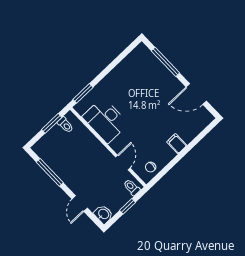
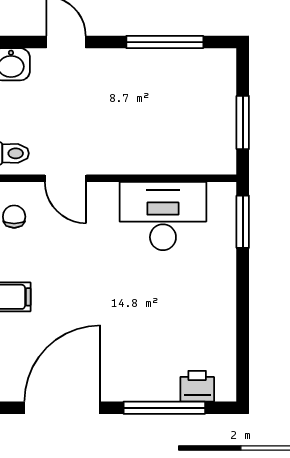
printer: (149, 58) -> (197, 386), added
door: (196, 94) -> (62, 408), width x1.36
toilet: (65, 125) -> (219, 143), removed

